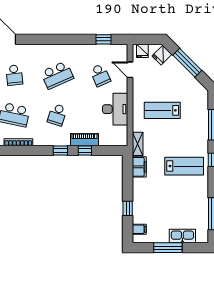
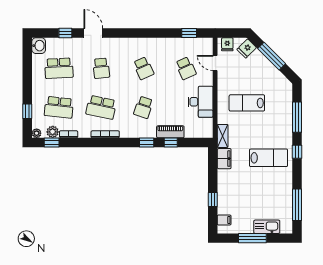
school desk: (57, 75) -> (143, 68), width x0.54

